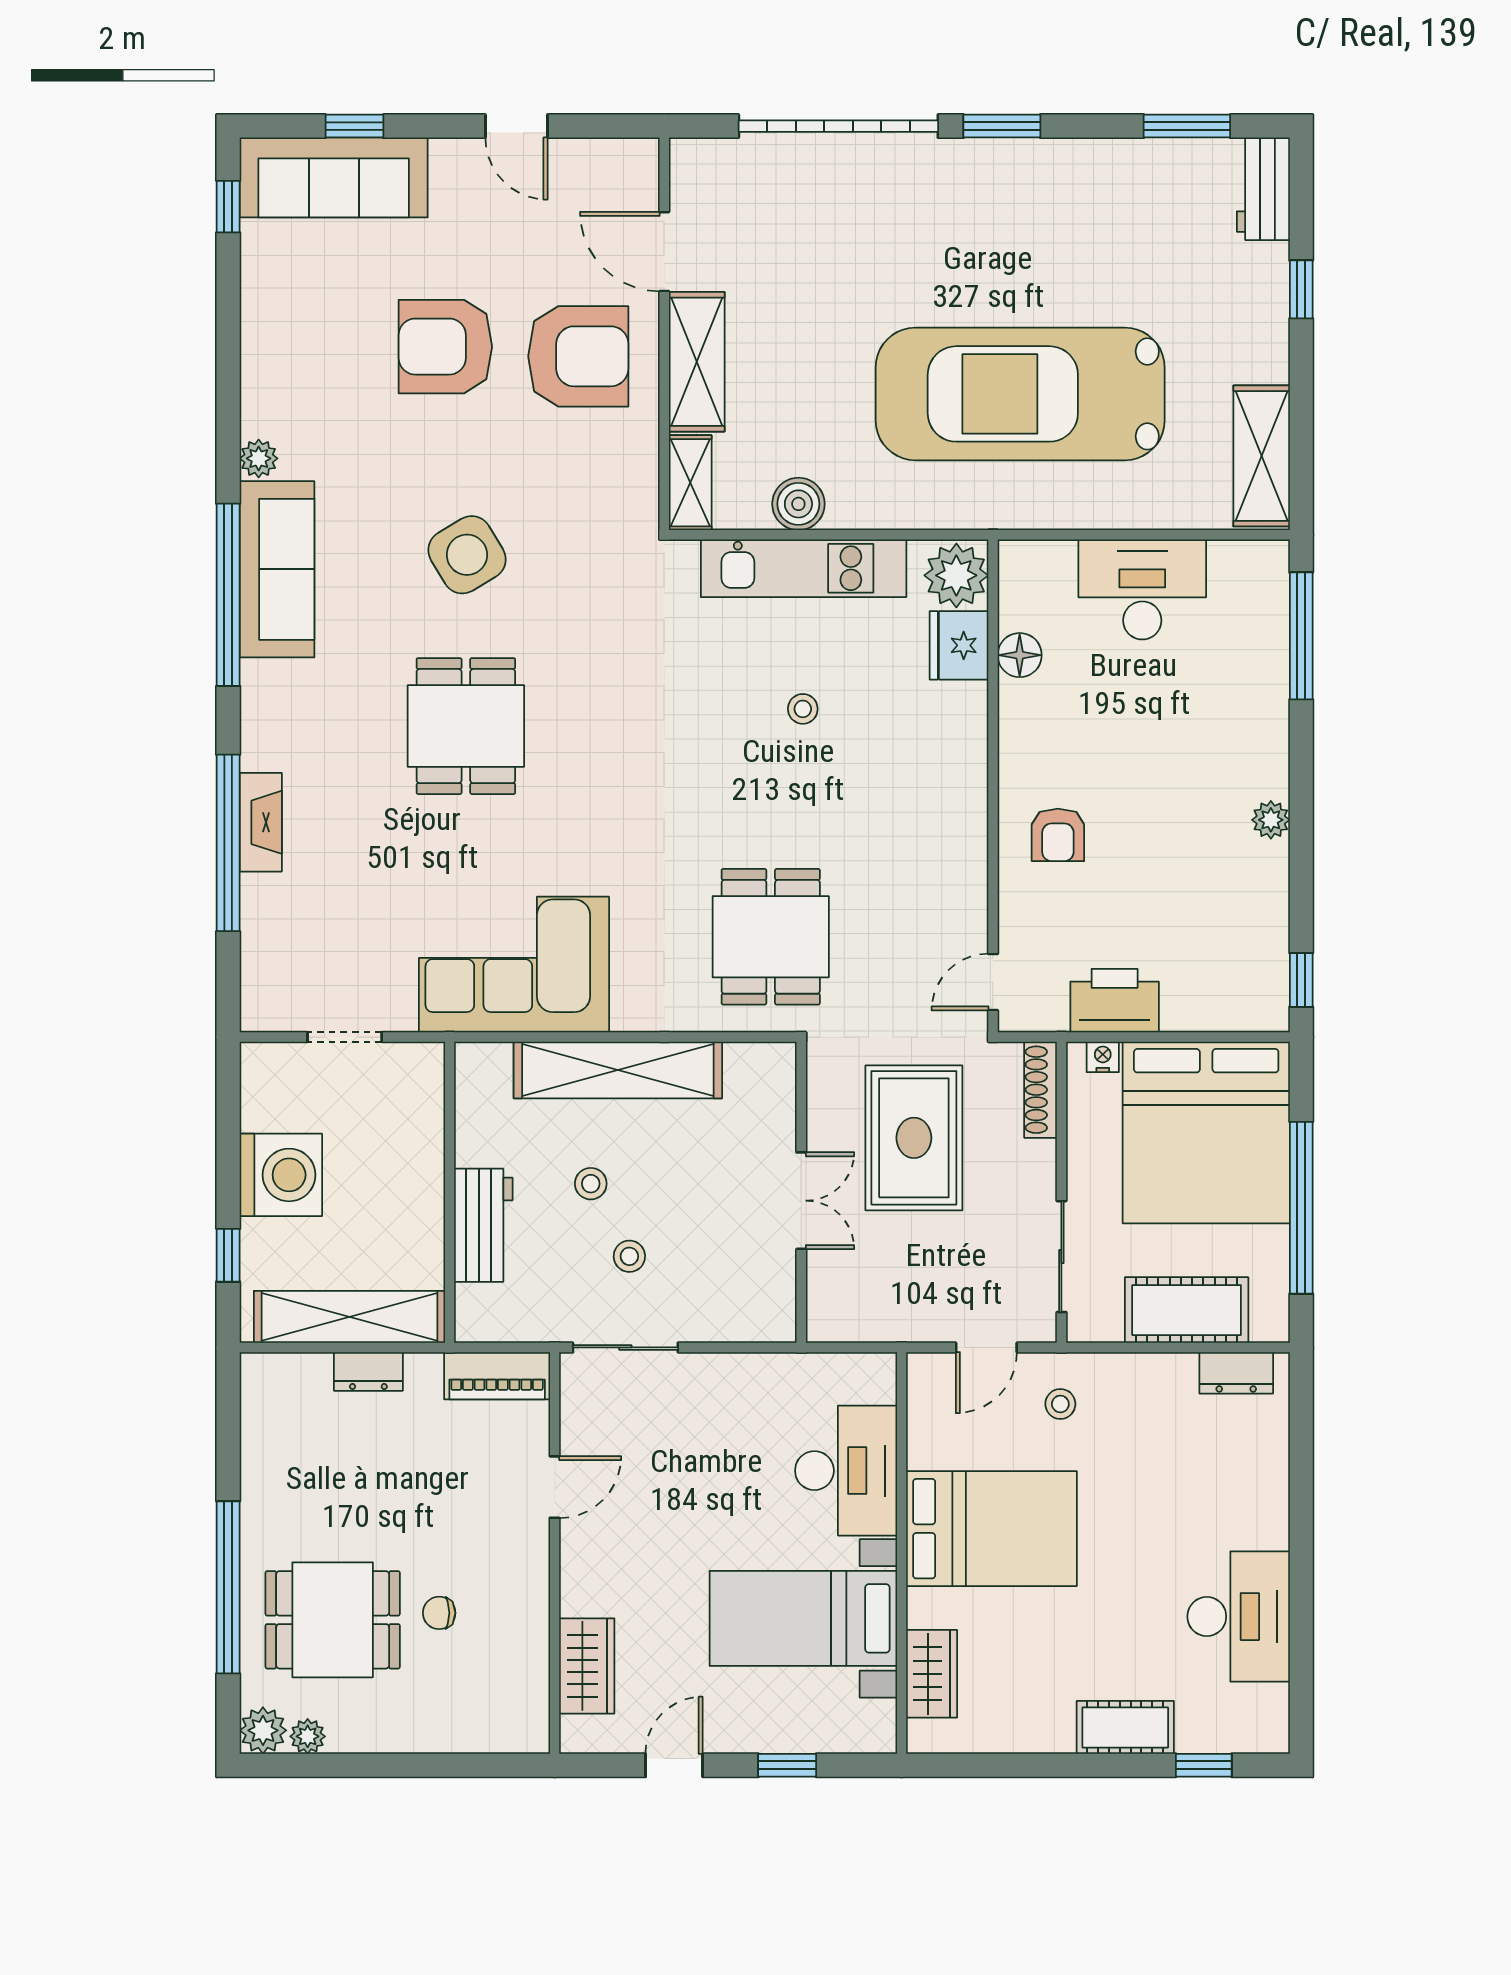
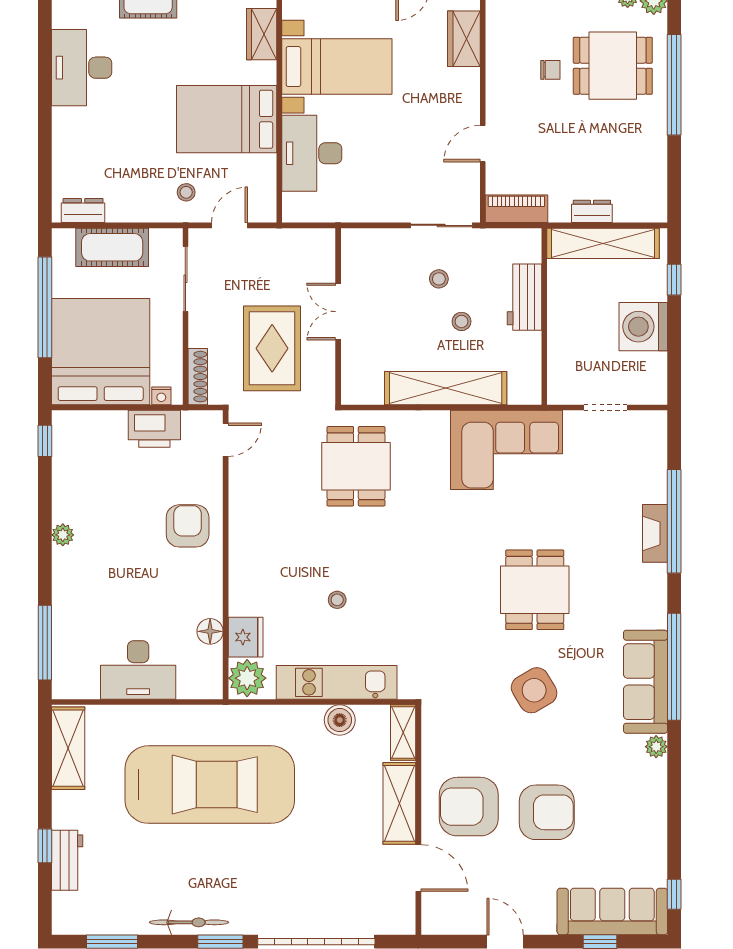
bicycle: (1055, 159) -> (189, 922), added
workbench: (1263, 189) -> (67, 860), moved
armchair: (1058, 835) -> (188, 526), width x1.38, depth x1.38

